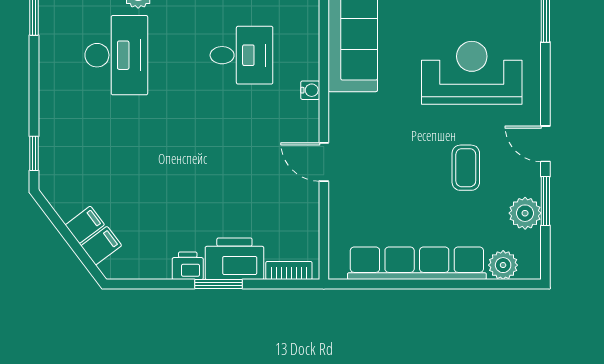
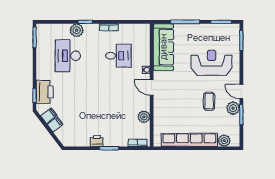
desk: (116, 55) -> (68, 56), turned 180
door: (324, 162) -> (152, 87), moved
plant: (305, 206) -> (144, 117), added
plant: (525, 213) -> (233, 108), moved
filing cabinet: (101, 246) -> (49, 116), moved
printer: (234, 259) -> (45, 92), moved, turned 90

